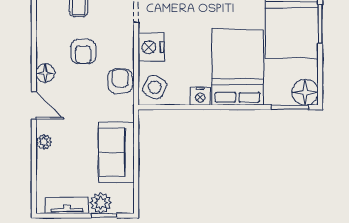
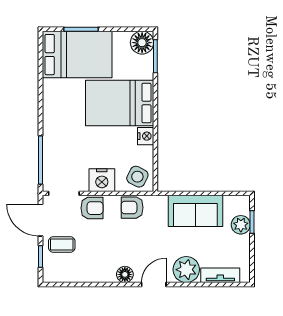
armchair: (83, 51) -> (92, 208), moved
plant: (44, 142) -> (186, 270), width x1.88, depth x1.88
tv unit: (67, 205) -> (220, 275), moved, turned 90

